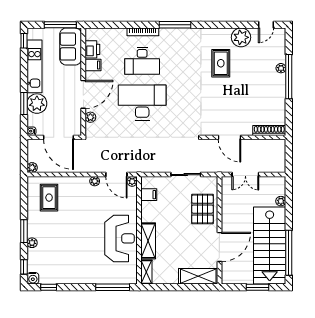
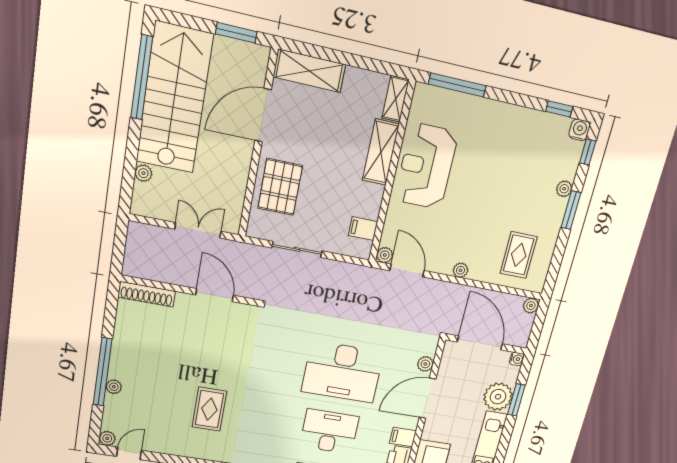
plant: (241, 37) -> (107, 438), moved, width x0.53, depth x0.53
plant: (95, 181) -> (461, 270), moved
window: (258, 287) -> (236, 33), moved

